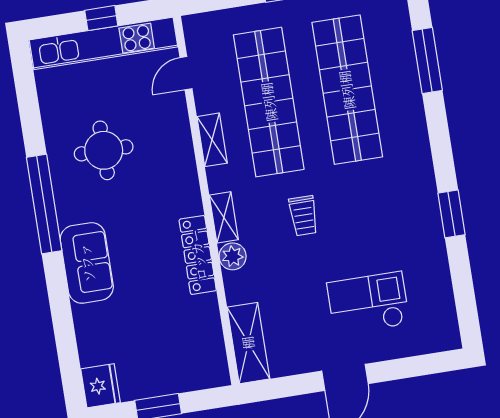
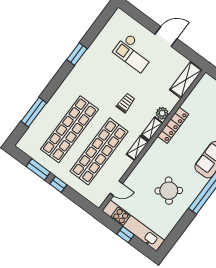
shelving: (212, 140) -> (137, 148), moved
round table: (104, 150) -> (169, 191), turned -38

